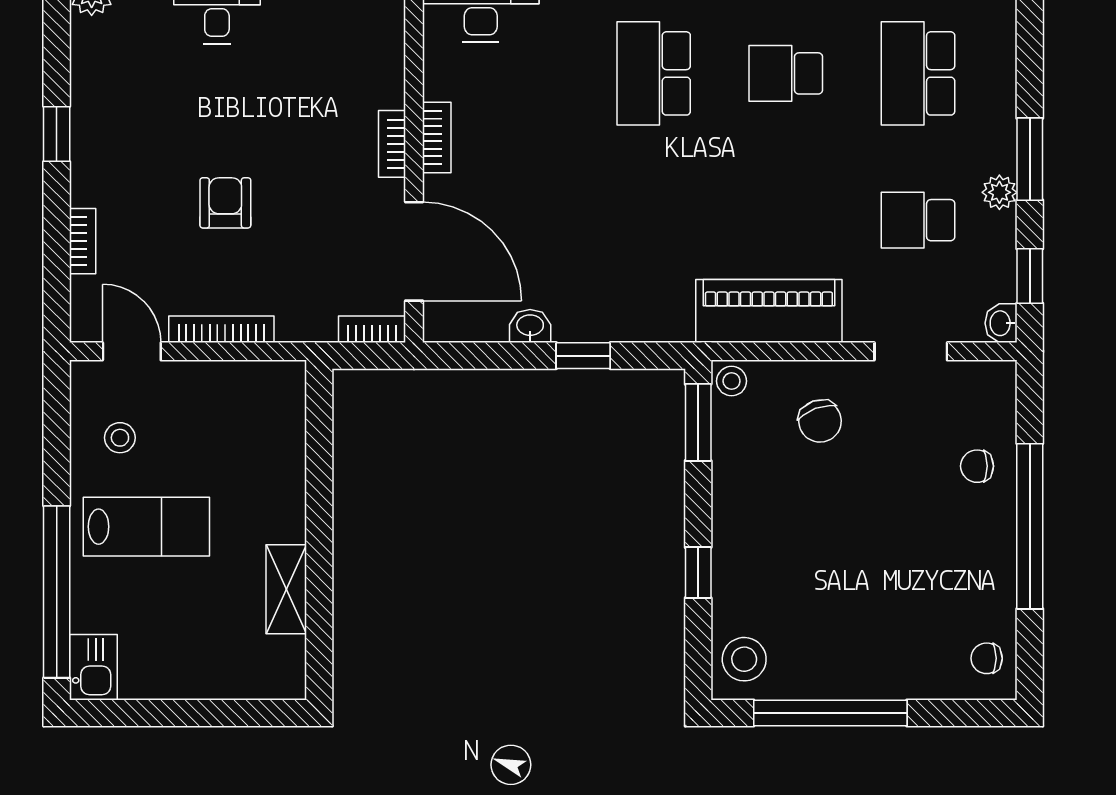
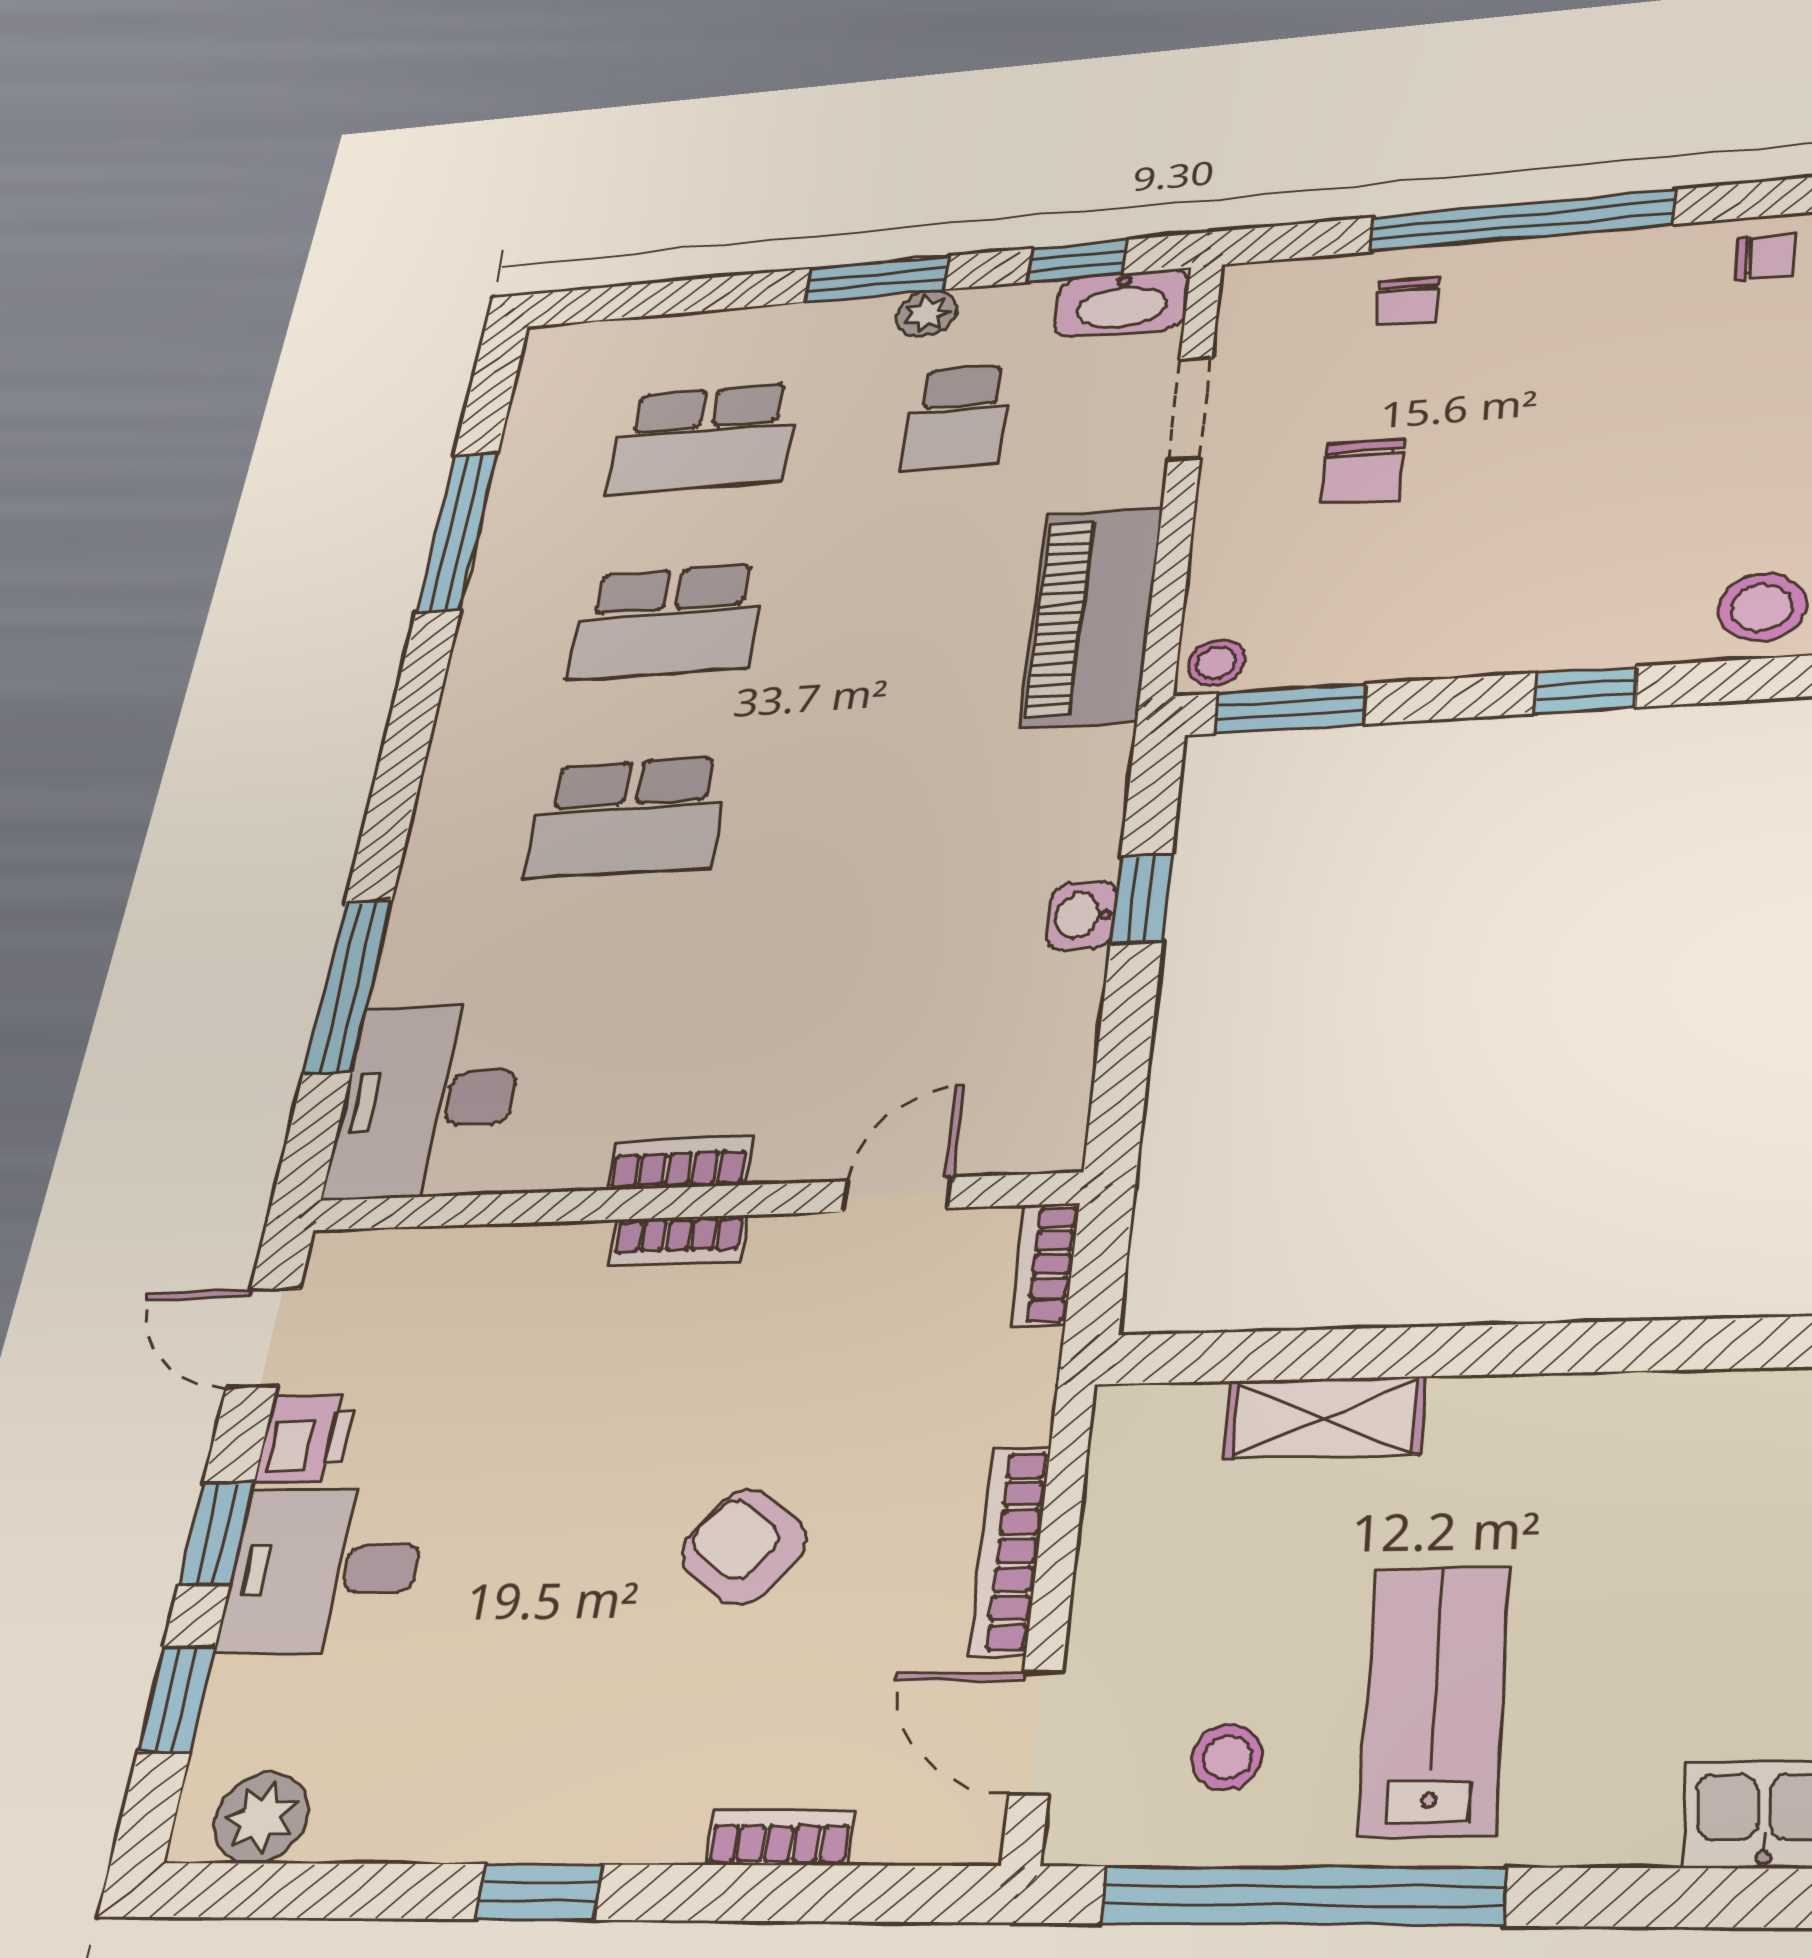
school desk: (786, 73) -> (666, 622), width x1.85
armchair: (225, 203) -> (744, 1547), turned 39
door: (414, 251) -> (897, 1194), width x0.53
washbasin: (1001, 323) -> (1122, 303), width x1.91, depth x1.45
washbasin: (530, 326) -> (1082, 916), moved
door: (132, 351) -> (1036, 1733), hinge flipped
chair: (820, 421) -> (1363, 471), moved, turned 110
shelving: (286, 589) -> (1324, 1418), moved
window: (57, 592) -> (1302, 1896), moved
chair: (987, 658) -> (1766, 257), turned -90

